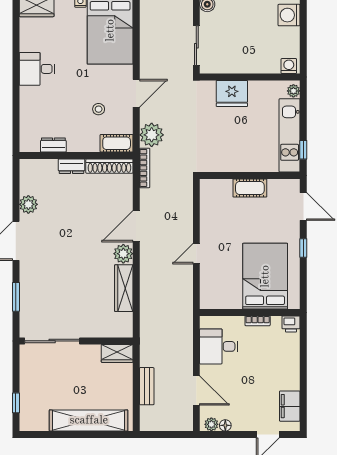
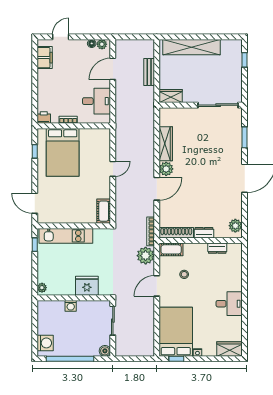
washing machine: (289, 66) -> (71, 306), moved
kitchen unit: (290, 135) -> (66, 236), moved, turned 90
cot: (250, 188) -> (104, 211), moved, turned 90
plant: (28, 204) -> (235, 226), moved
window: (303, 248) -> (35, 151), moved
door: (196, 391) -> (113, 69), hinge flipped

